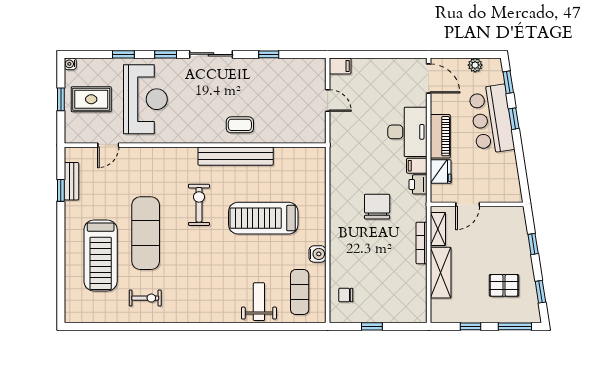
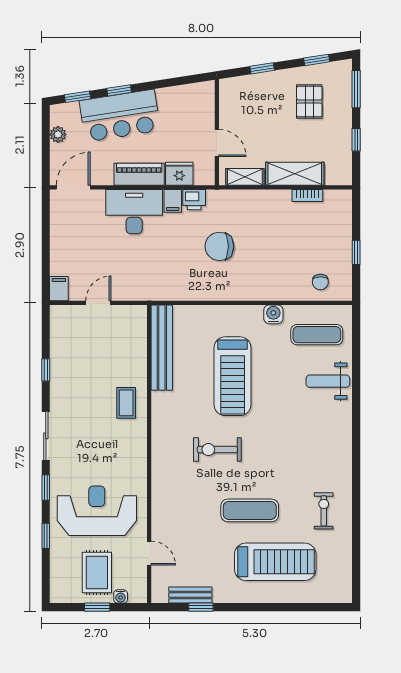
water cooler: (70, 64) -> (121, 596), moved
bench: (236, 156) -> (162, 348), moved
exercise mat: (146, 233) -> (250, 510), width x0.73, depth x0.69
bookcase: (422, 243) -> (307, 196), moved, width x0.64

